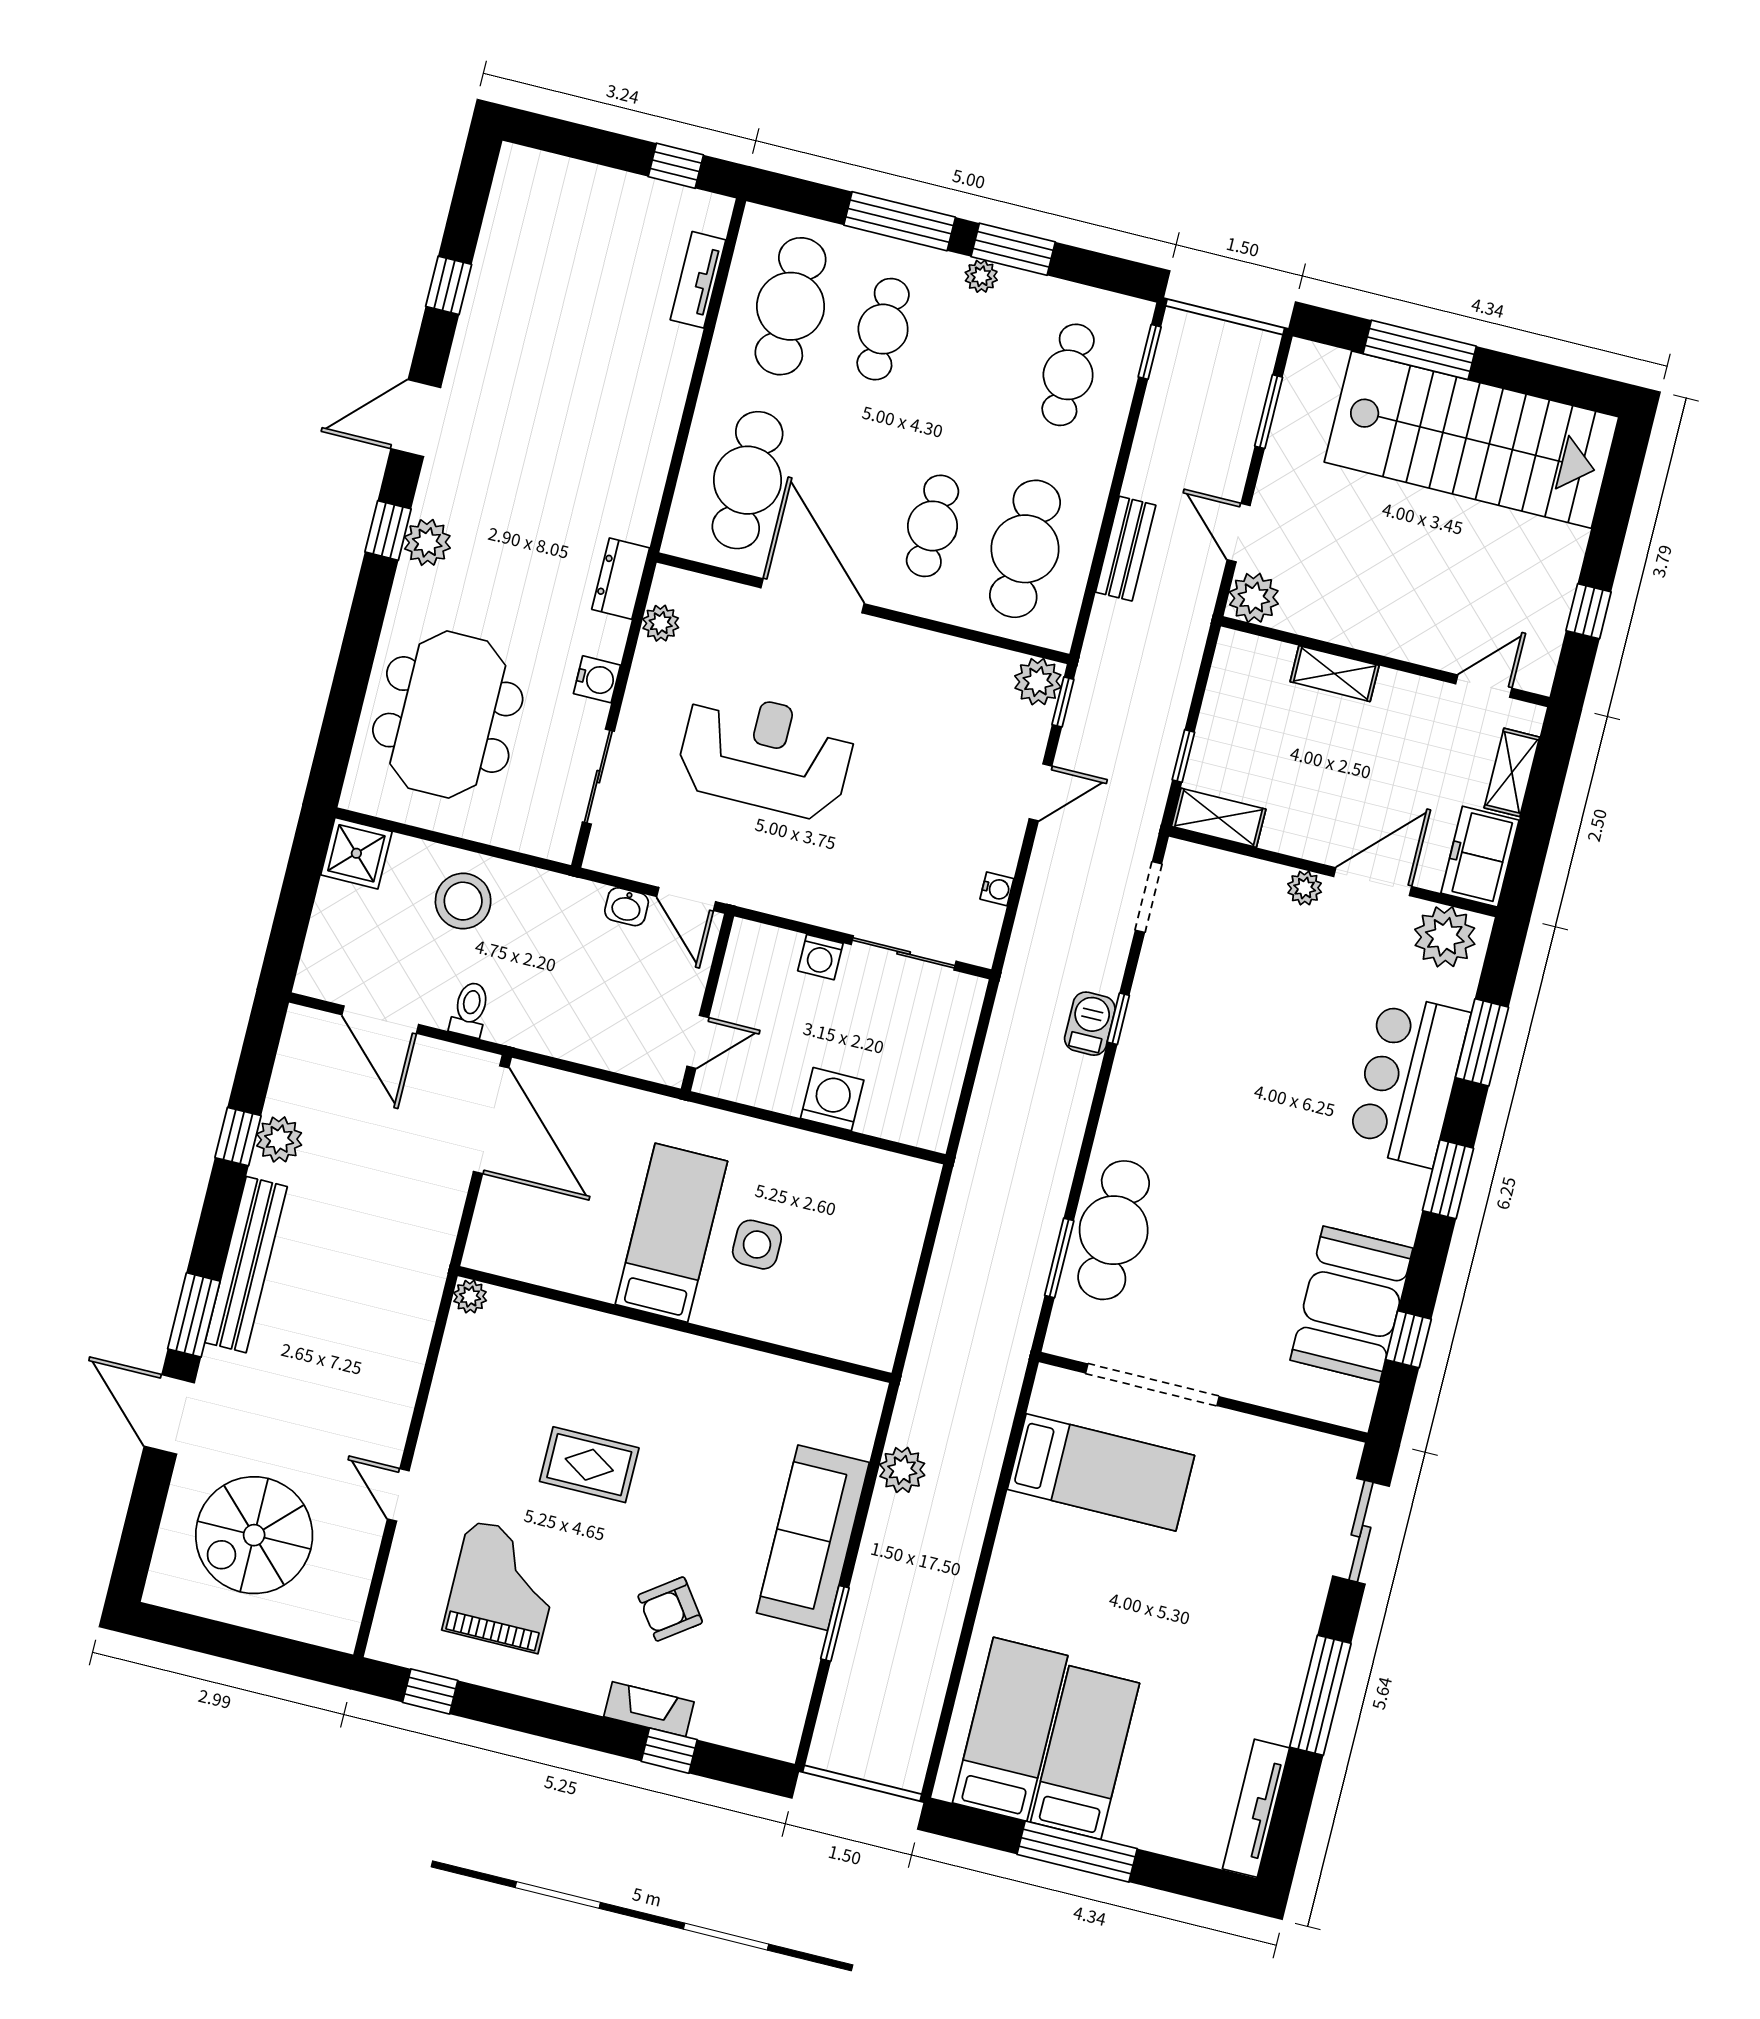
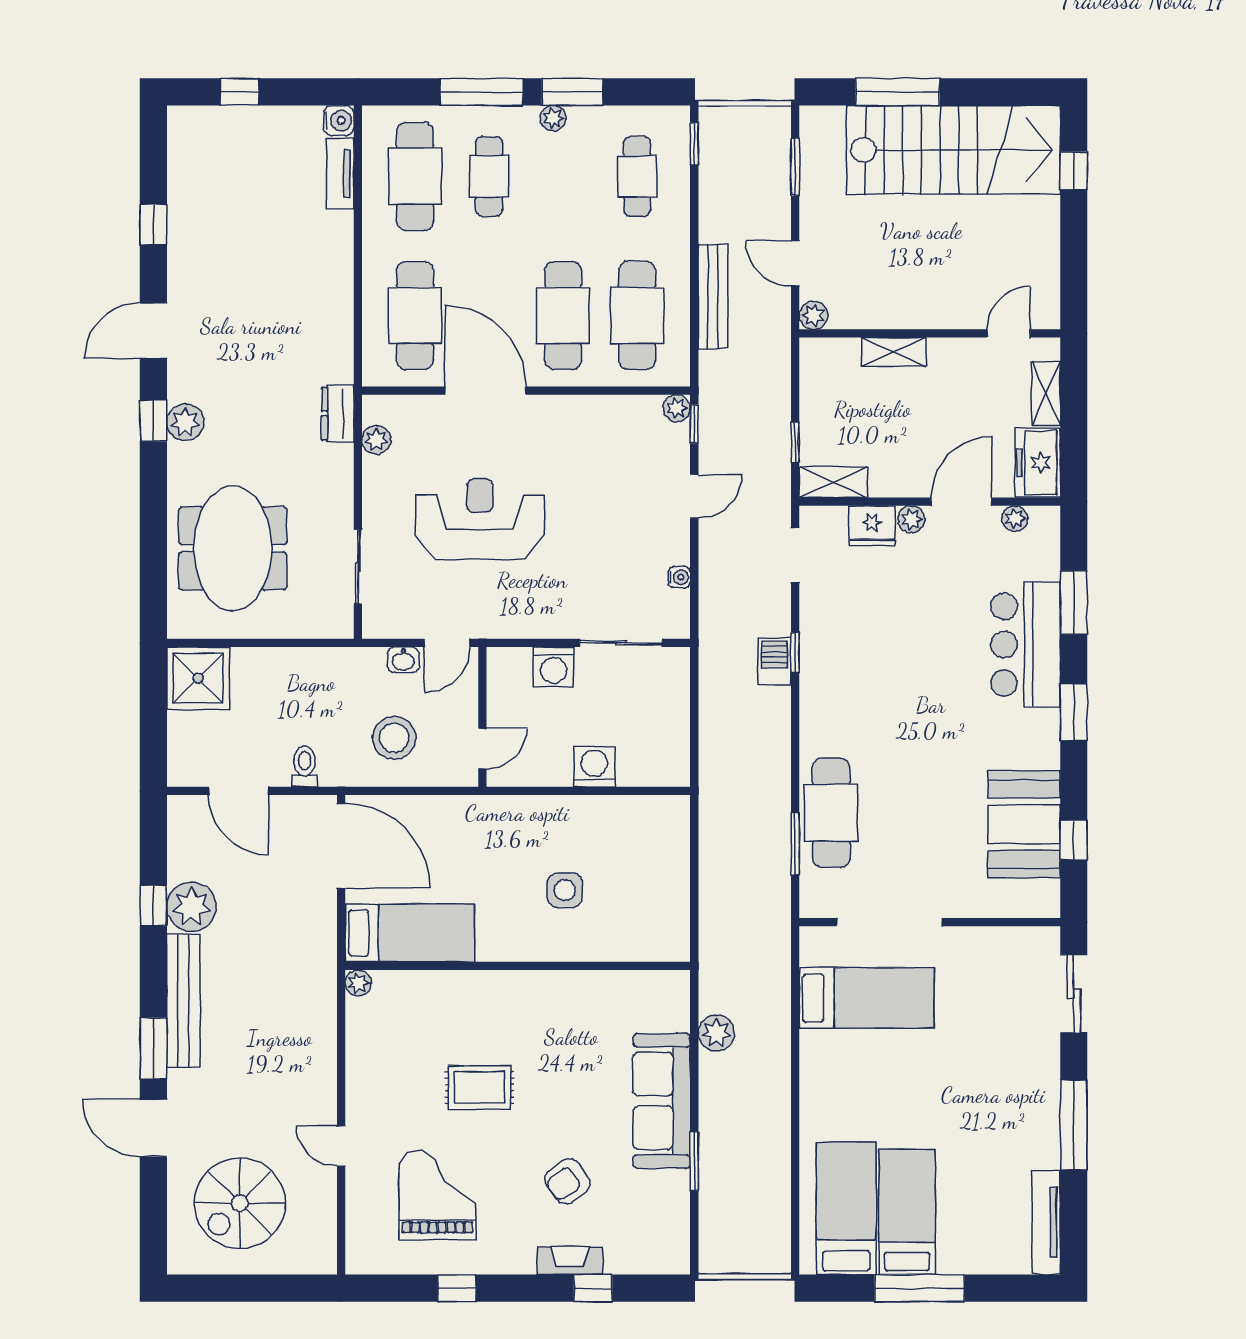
window: (676, 166) -> (240, 92), moved
cafe table: (933, 526) -> (563, 316), width x1.37, depth x1.35
bench: (1126, 549) -> (713, 297), width x1.36
plant: (1254, 598) -> (813, 315), width x0.73, depth x0.73
window: (1589, 611) -> (1074, 171), moved
water cooler: (597, 679) -> (339, 121), moved
plant: (1038, 682) -> (677, 408), width x0.73, depth x0.73
shower: (356, 853) -> (198, 678), width x1.36, depth x1.36
fridge: (1253, 884) -> (872, 526), added
door: (686, 899) -> (447, 643), hinge flipped
stool: (463, 901) -> (394, 738), moved
plant: (1445, 937) -> (1015, 519), width x0.53, depth x0.53
washing machine: (820, 957) -> (554, 667), width x1.38, depth x1.38
plant: (279, 1139) -> (191, 907), width x1.36, depth x1.36
bed: (671, 1233) -> (410, 933), moved, turned 90
window: (430, 1691) -> (457, 1288), moved

